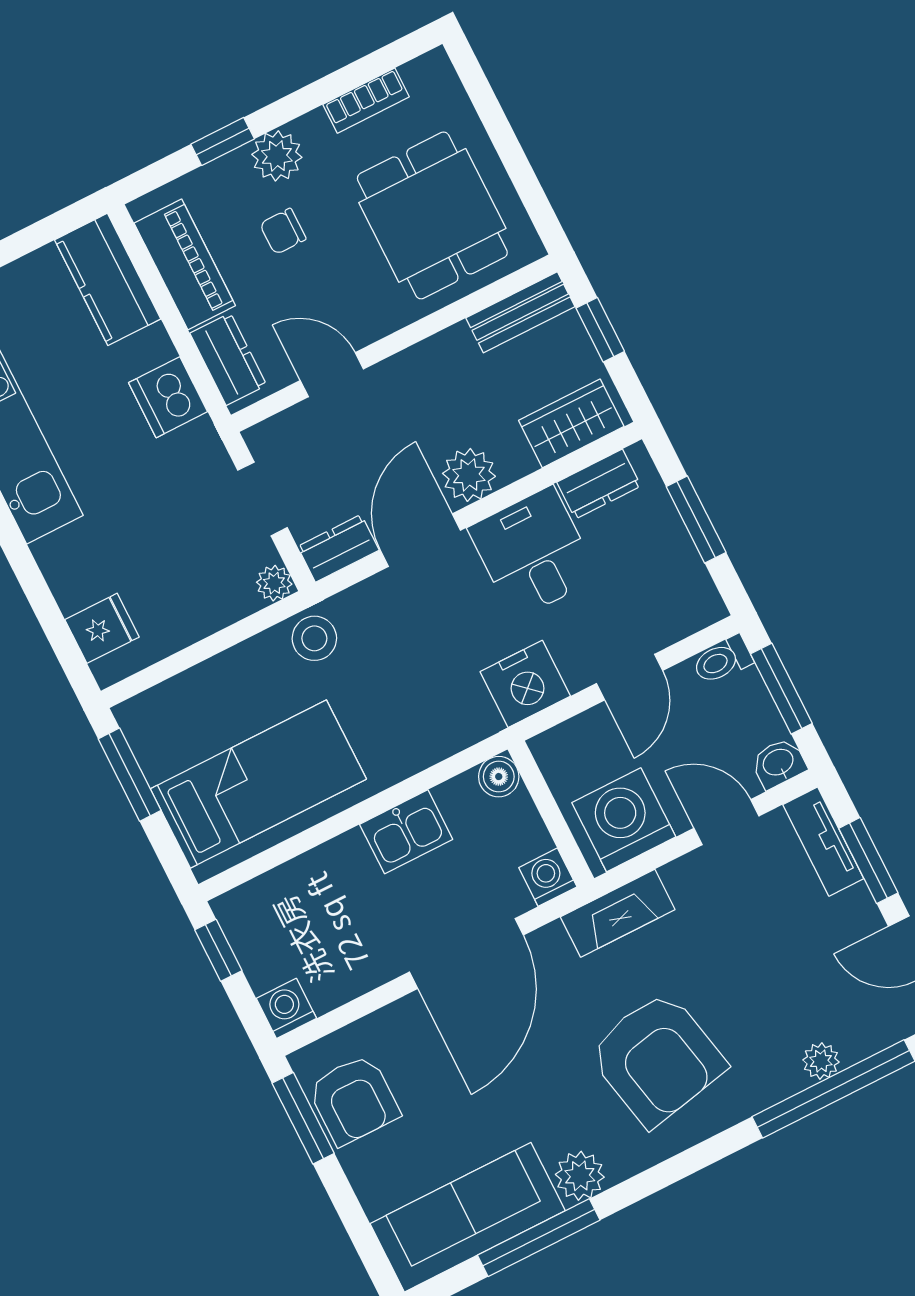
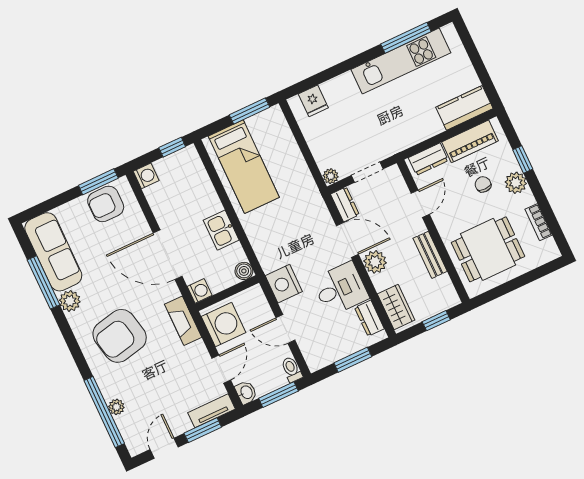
bench: (520, 312) -> (430, 255), moved
dishwasher: (168, 397) -> (413, 132), removed
stool: (314, 638) -> (306, 193), removed

